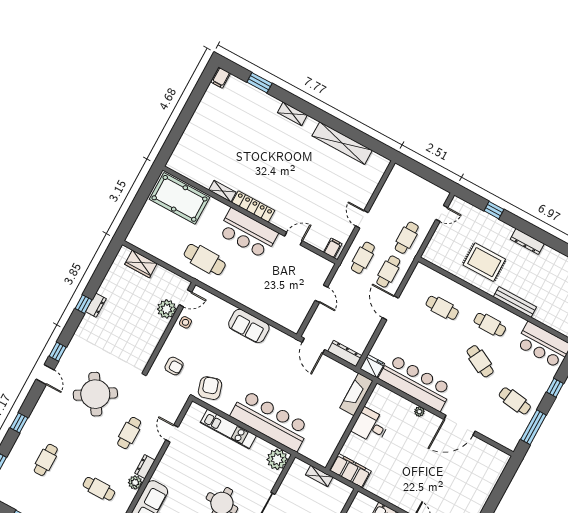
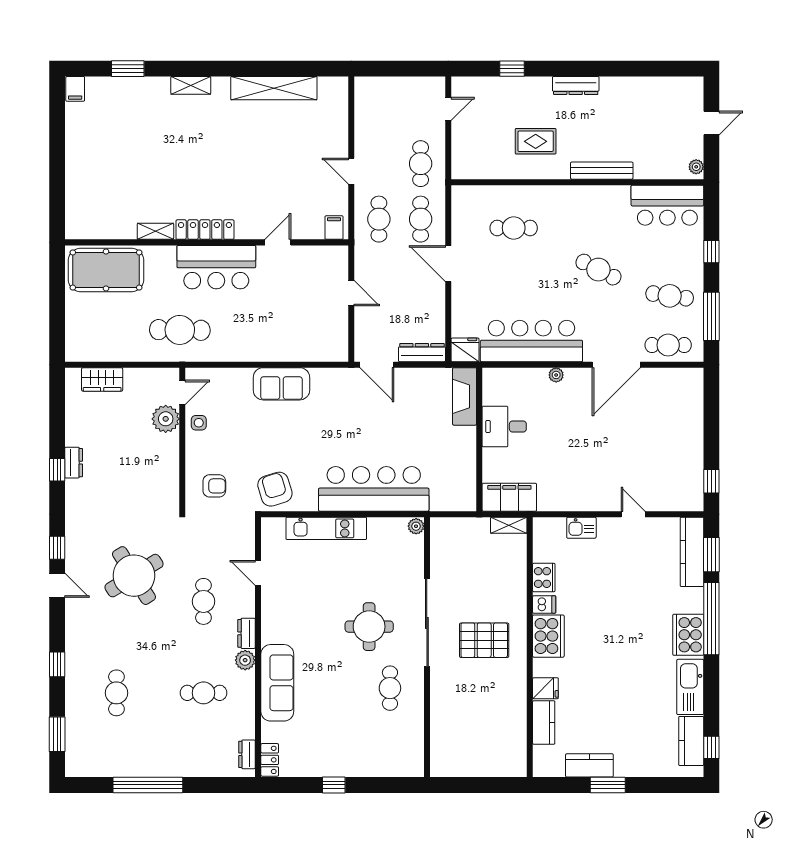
rug: (484, 262) -> (536, 141), width x0.73, depth x0.70
cafe table: (490, 325) -> (668, 345), moved
plant: (277, 459) -> (416, 526), width x0.53, depth x0.53
shelving: (319, 476) -> (509, 525), moved

